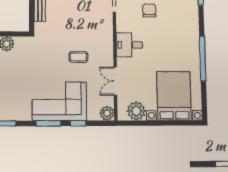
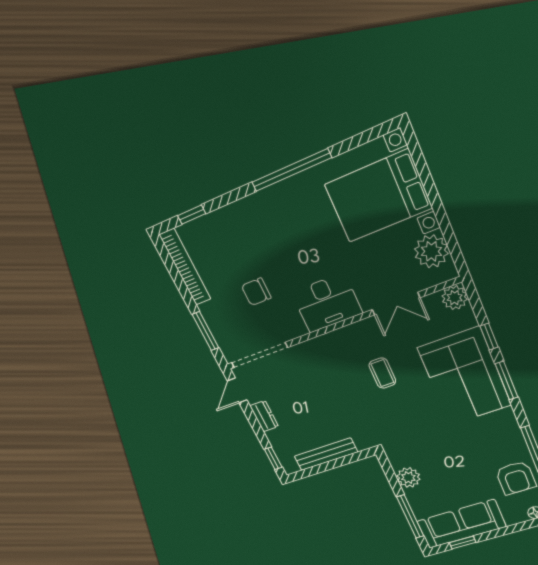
desk: (129, 45) -> (327, 303), width x1.37

